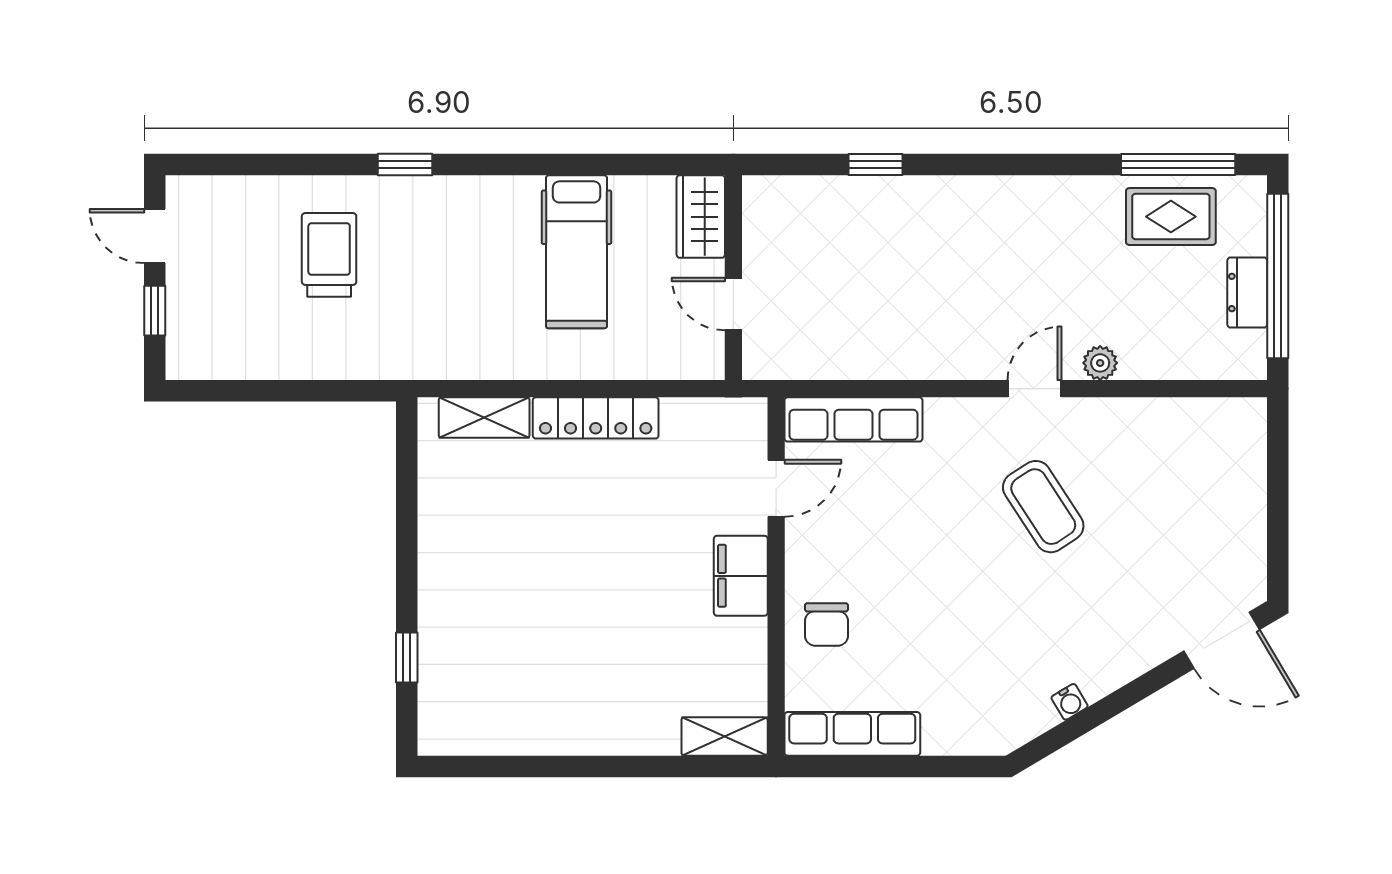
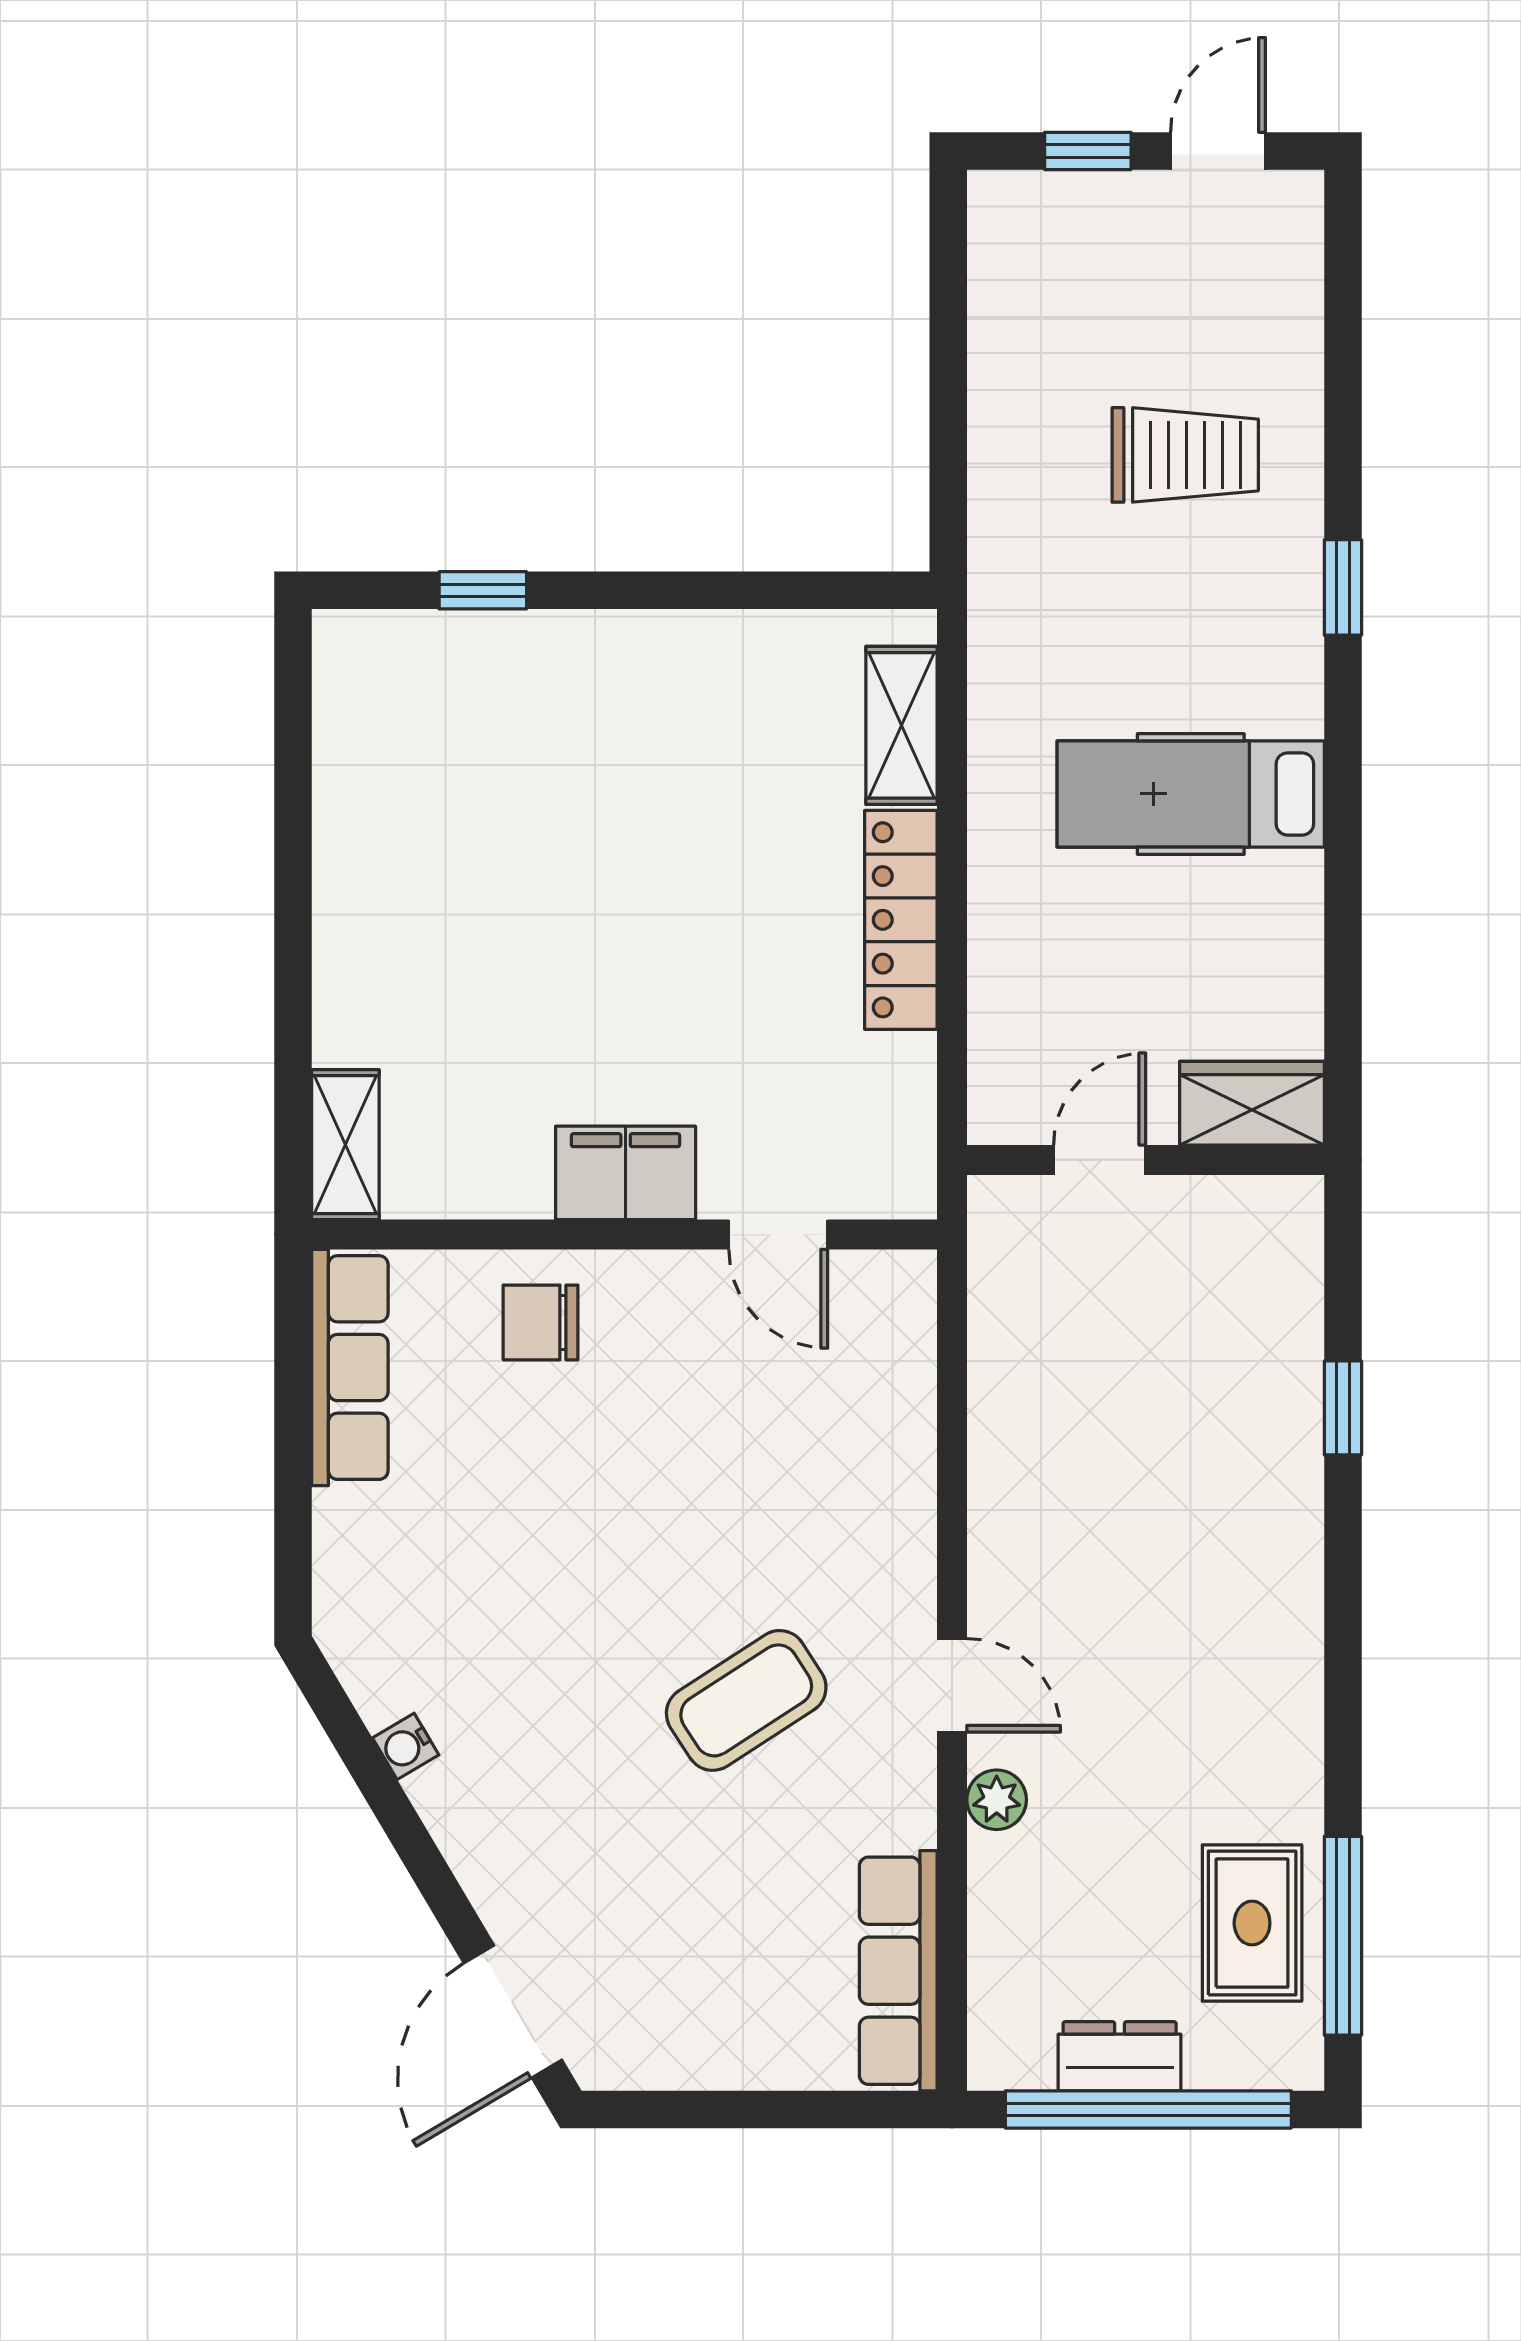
hospital bed: (576, 252) -> (1191, 794), moved
row of seats: (853, 419) -> (898, 1971), moved

